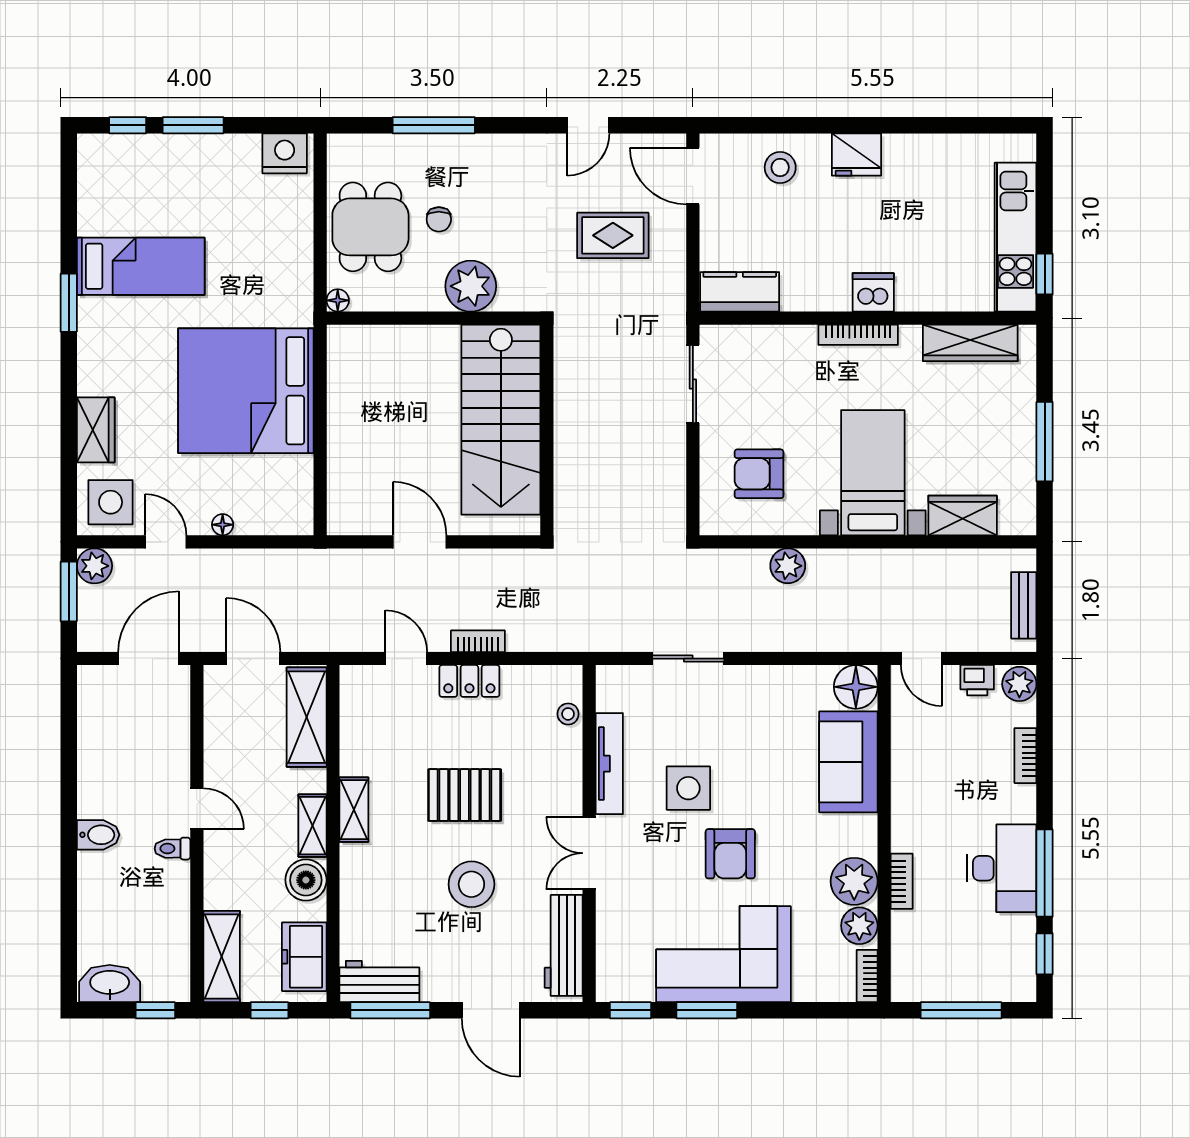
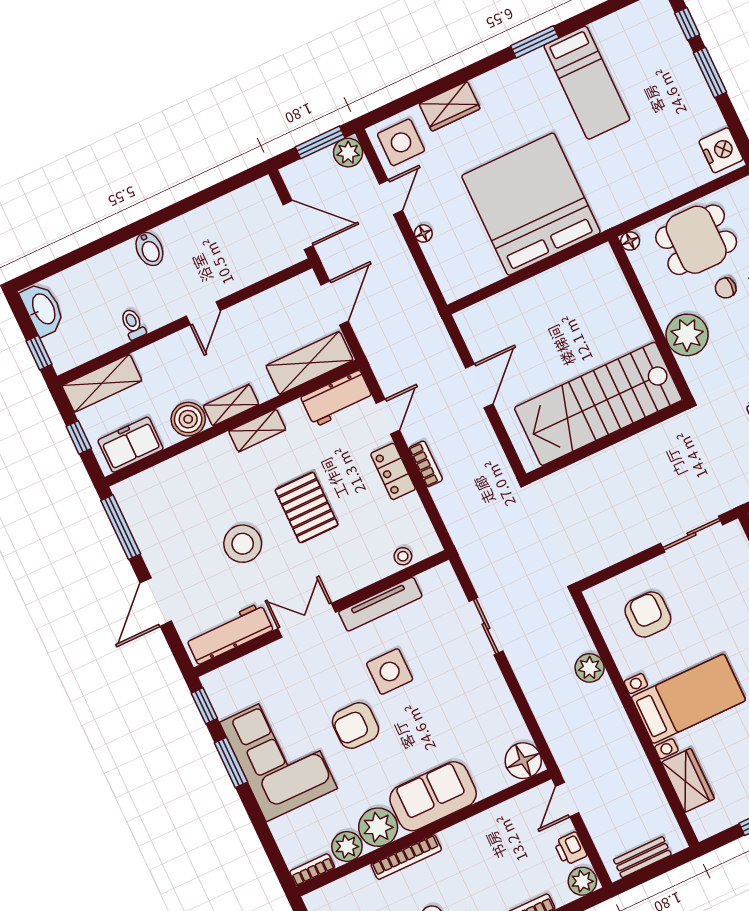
sofa: (848, 762) -> (433, 796), moved
toilet: (172, 849) -> (133, 324), moved
bookcase: (902, 881) -> (406, 857), width x1.56
workbench: (379, 982) -> (337, 399), moved, turned 90

